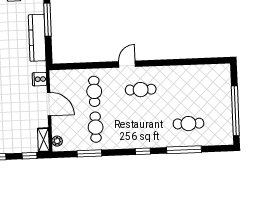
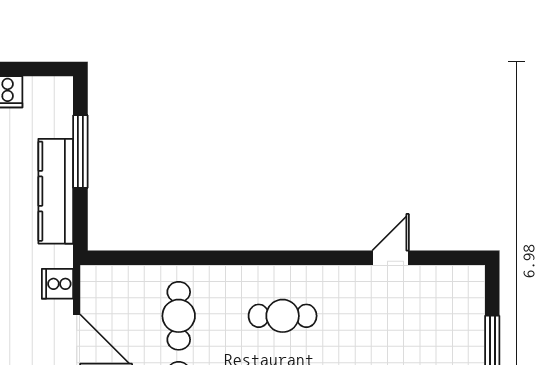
door: (127, 64) -> (391, 258), moved

